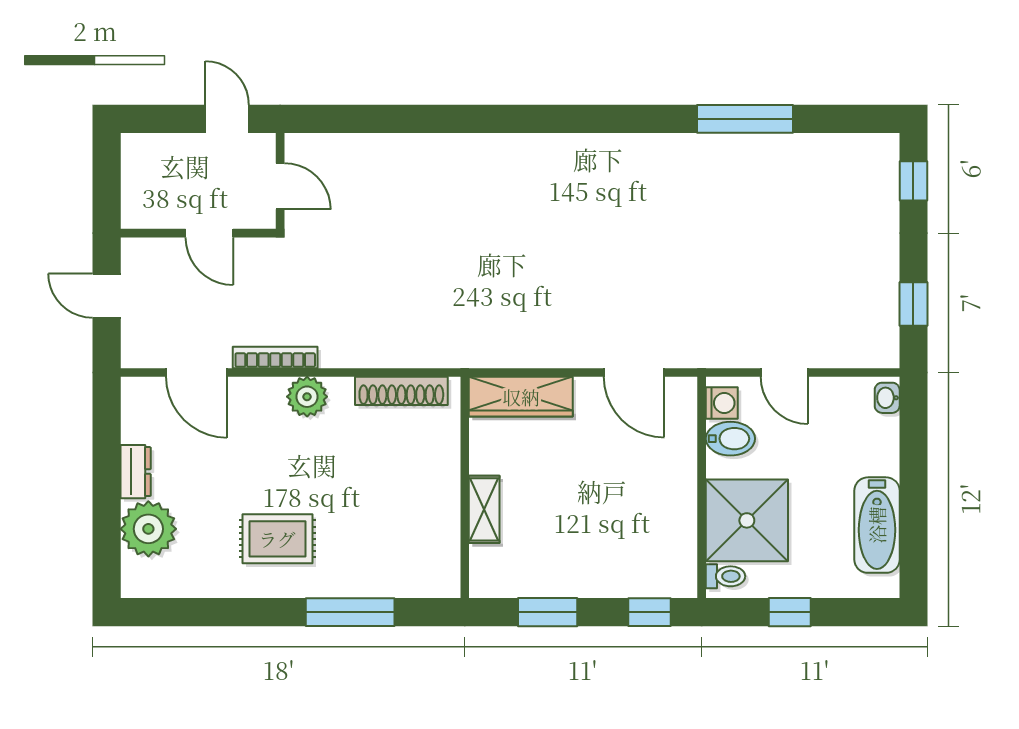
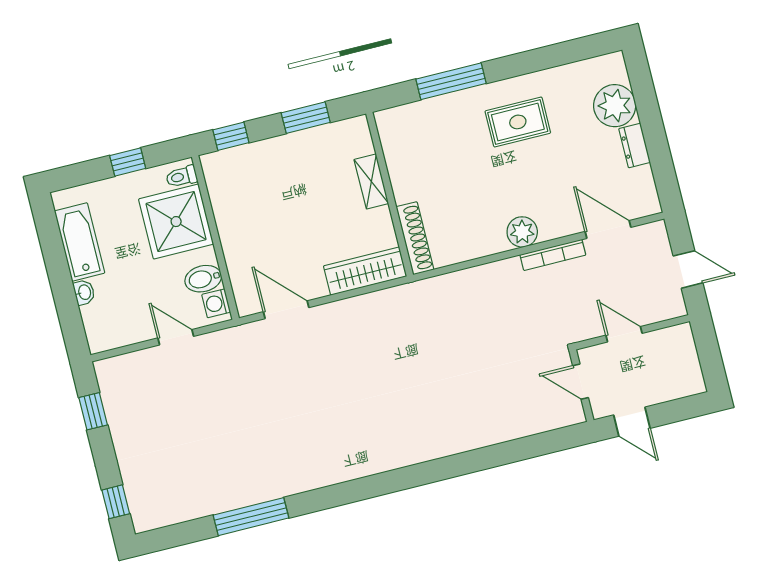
shoe rack: (401, 391) -> (415, 238), moved, turned 90
washbasin: (887, 398) -> (84, 292), moved

